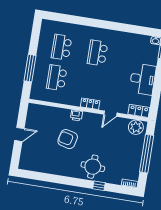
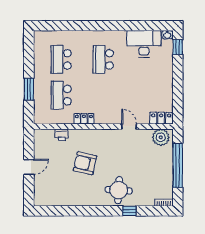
window: (30, 68) -> (29, 89), width x0.69
desk: (143, 79) -> (144, 44), moved, turned -90
locker: (90, 104) -> (84, 119), moved
door: (110, 114) -> (129, 127), swing flipped
printer: (77, 115) -> (62, 135), moved

